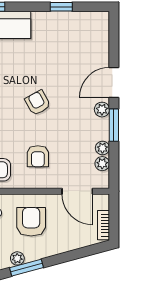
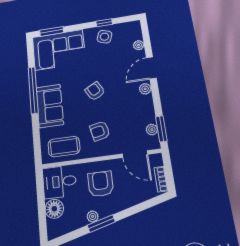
side table: (59, 28) -> (104, 37), added
window: (114, 125) -> (161, 129), moved
plant: (102, 148) -> (139, 45), moved
armchair: (38, 156) -> (100, 131), turned 78

